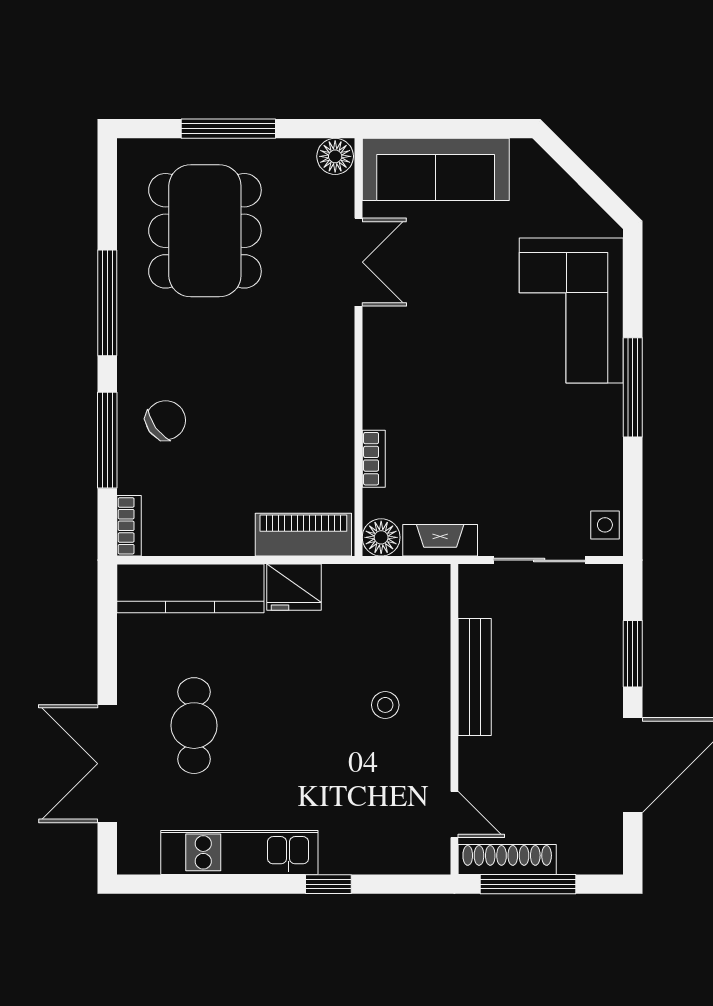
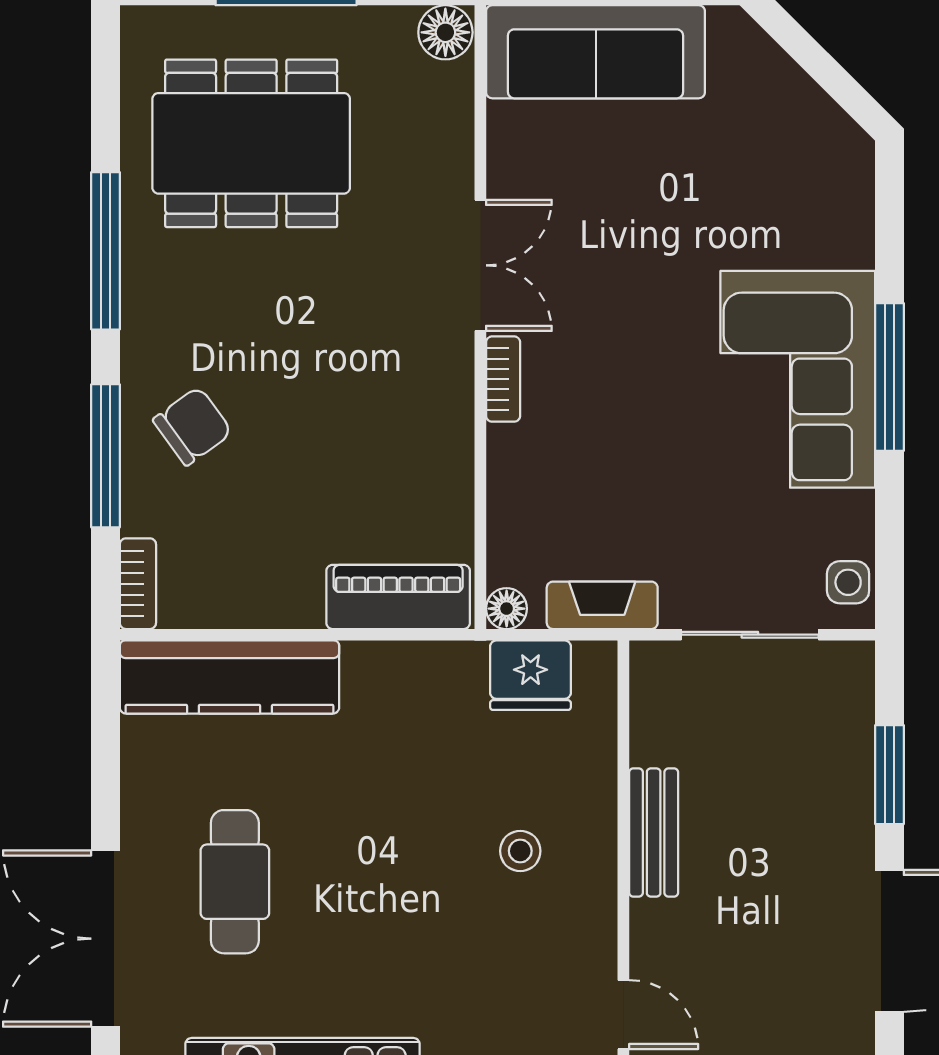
dining table: (205, 231) -> (251, 143), turned 90
double door: (358, 262) -> (480, 265), moved
corner sofa: (571, 310) -> (798, 379), moved
bookcase: (374, 459) -> (503, 379), moved
floor lamp: (381, 537) -> (507, 609), width x0.73, depth x0.73
fridge: (294, 587) -> (531, 675), moved
bench: (475, 677) -> (654, 833), width x0.73

